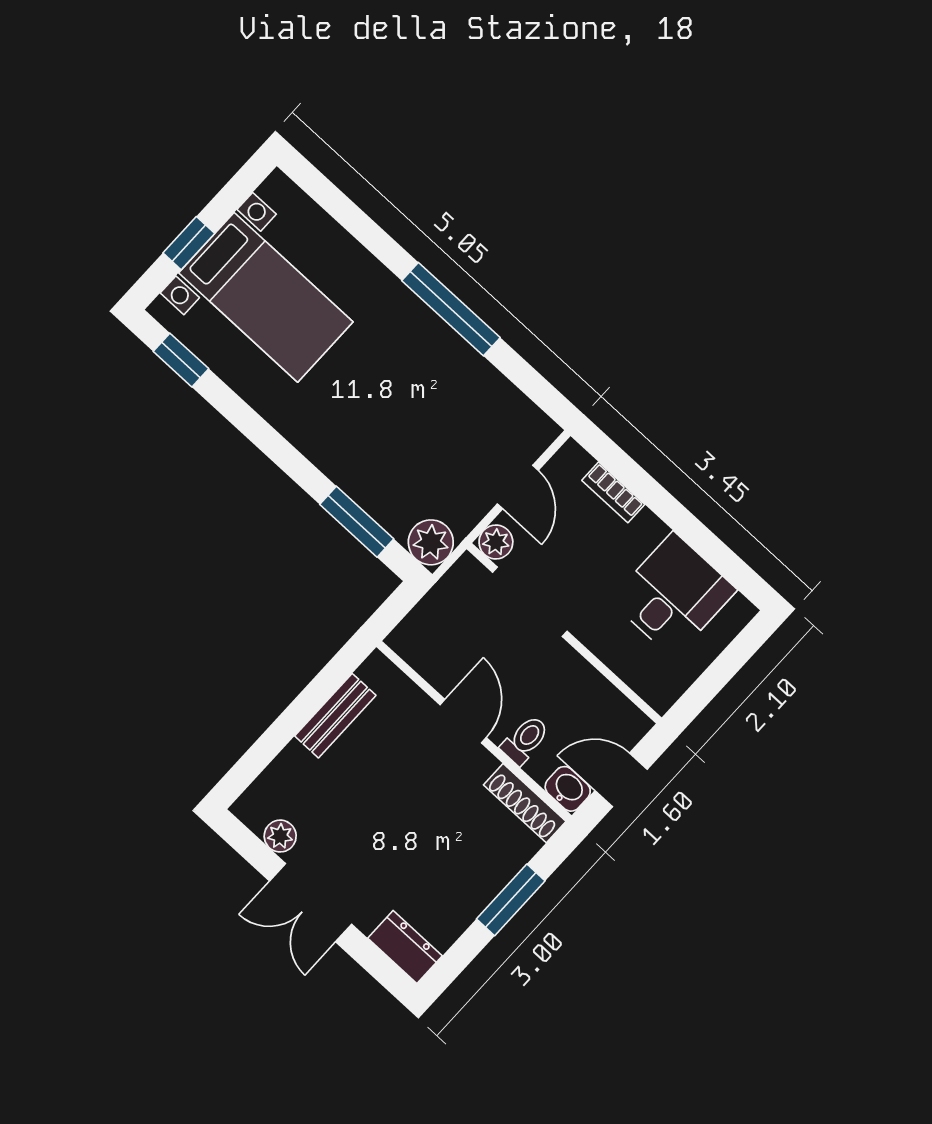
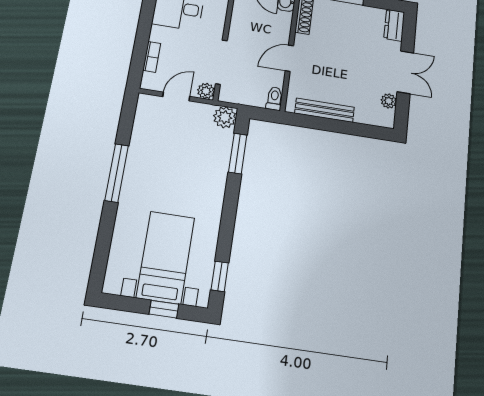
bench: (335, 716) -> (324, 110), width x1.36
toilet: (525, 740) -> (274, 99), moved, turned 90

